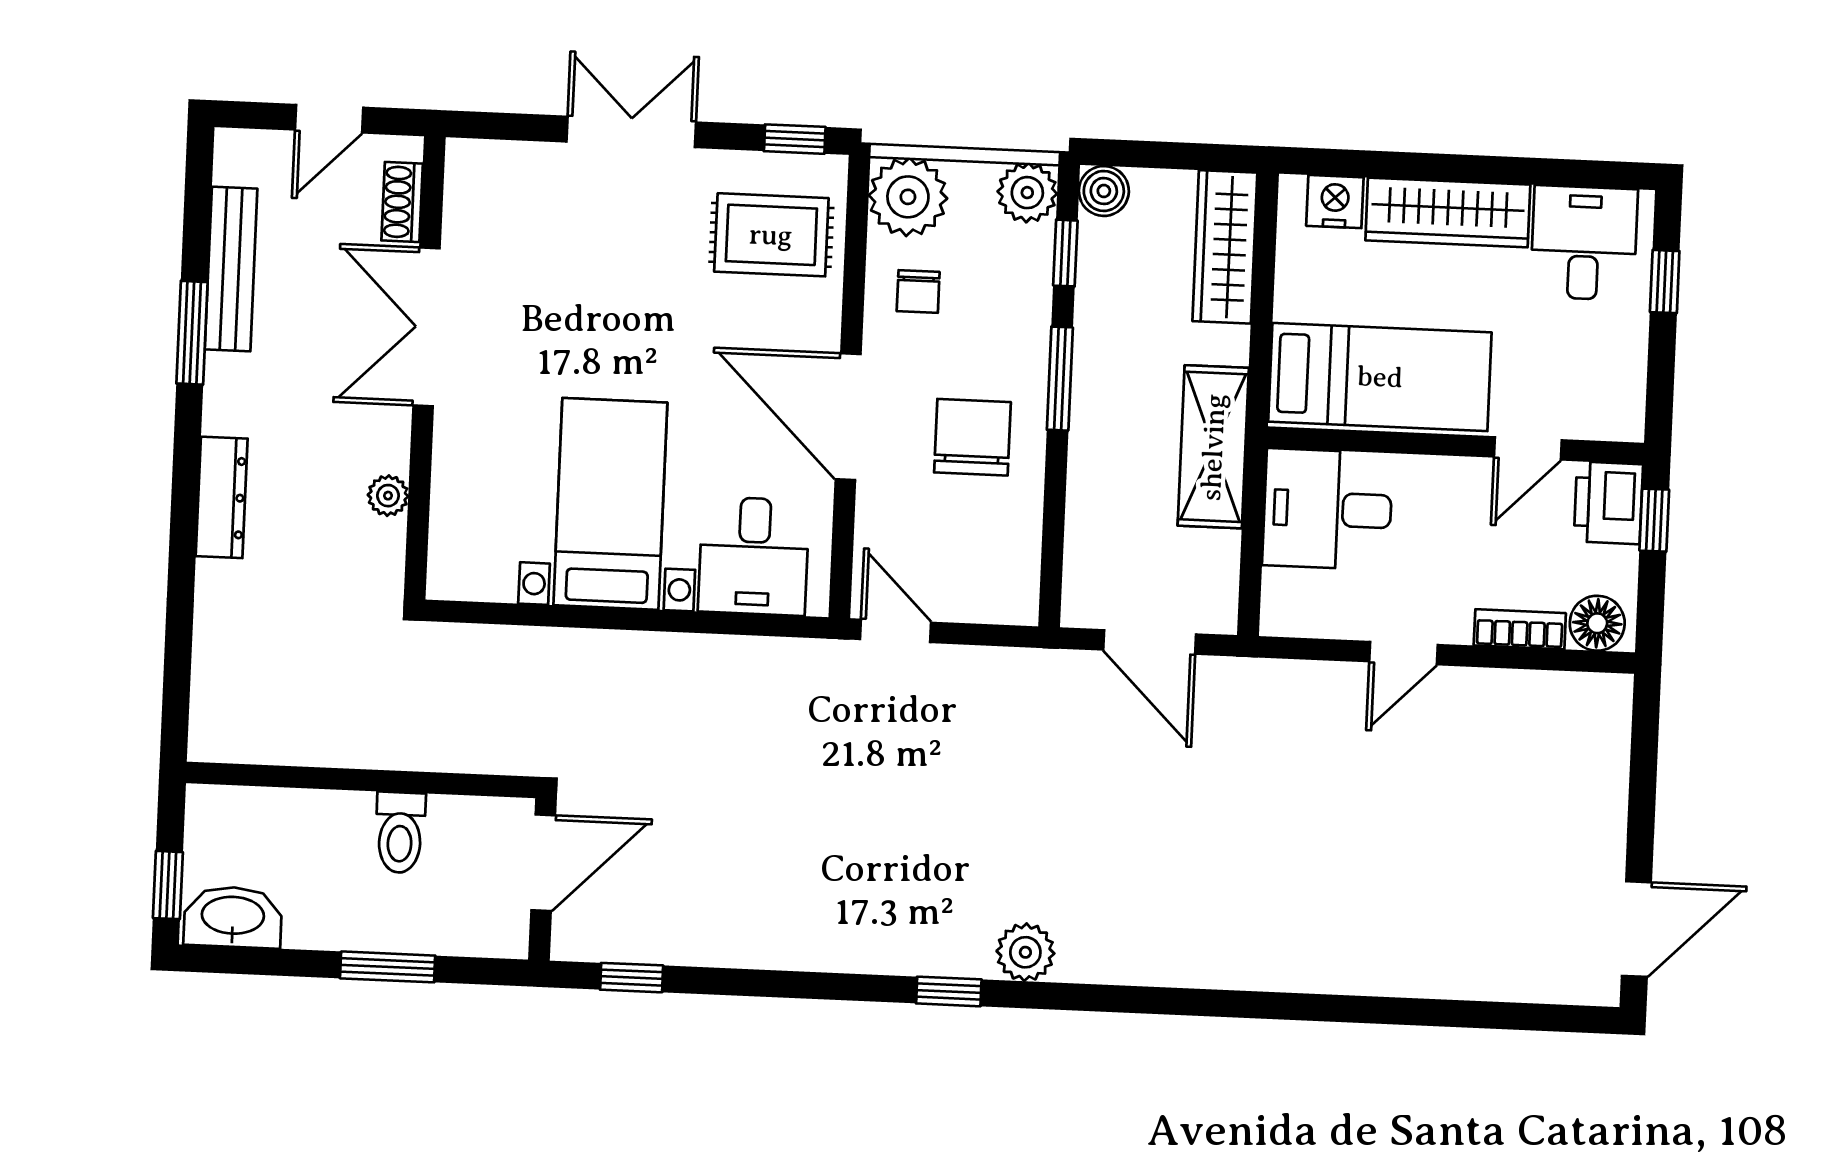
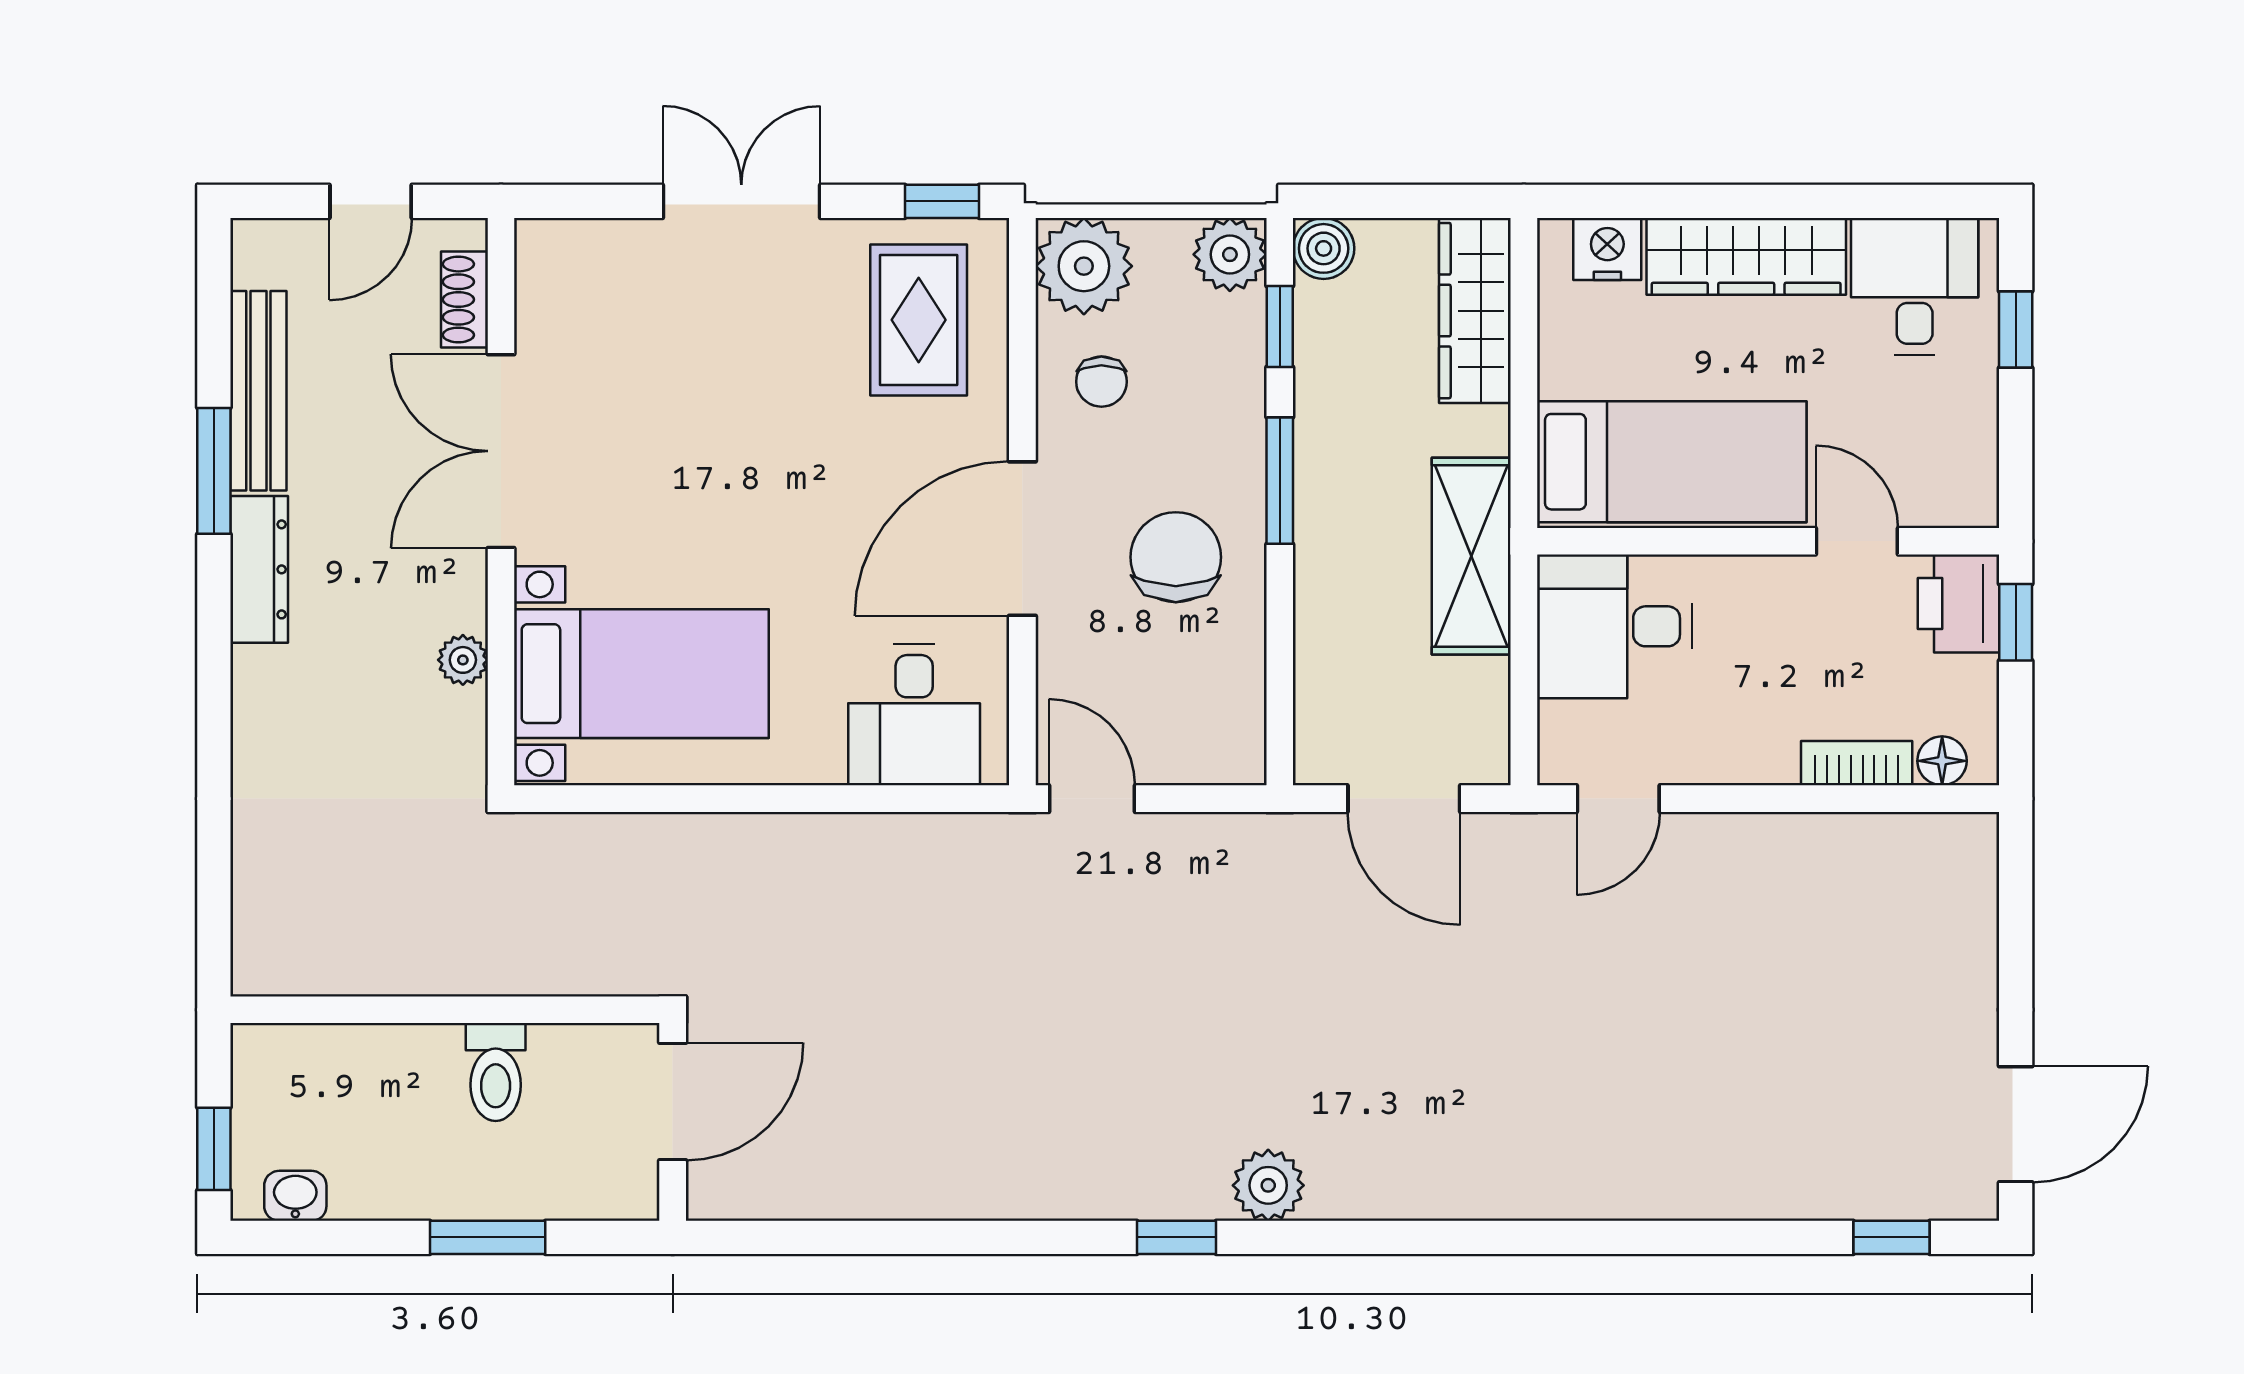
rug: (771, 235) -> (919, 320), turned 90
door: (848, 417) -> (1022, 539), hinge flipped
door: (1528, 448) -> (1857, 541), swing flipped
dresser: (222, 497) -> (259, 569), moved
bed with nightstands: (610, 504) -> (641, 674), moved, turned 90
floor lamp: (1597, 623) -> (1942, 761), width x0.73, depth x0.73
door: (1404, 653) -> (1618, 799), moved
washbasin: (233, 917) -> (295, 1196), width x0.52, depth x0.69
window: (632, 978) -> (1892, 1237), moved

